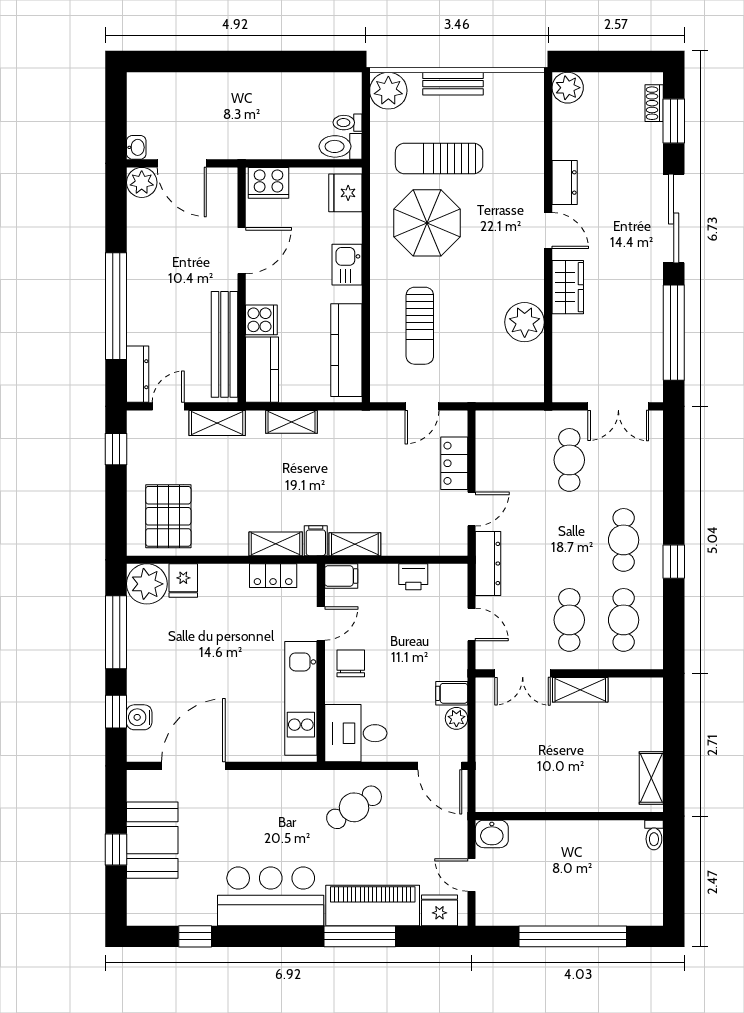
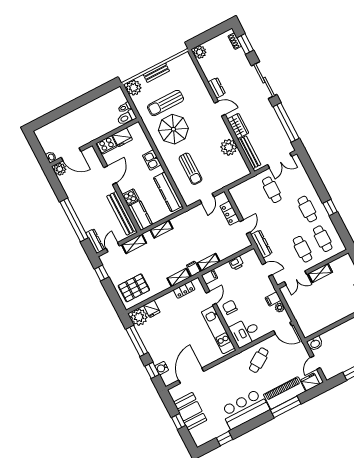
fridge: (345, 193) -> (122, 137), moved, turned -90
bench: (563, 355) -> (249, 152), added
pallet: (168, 516) -> (134, 288), turned 90
door: (472, 875) -> (315, 363), hinge flipped

